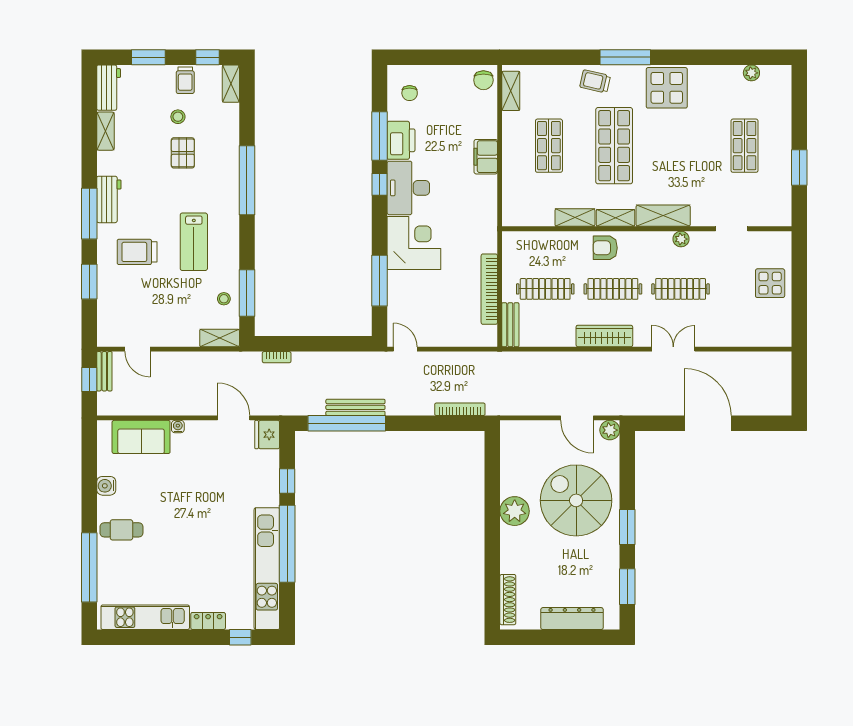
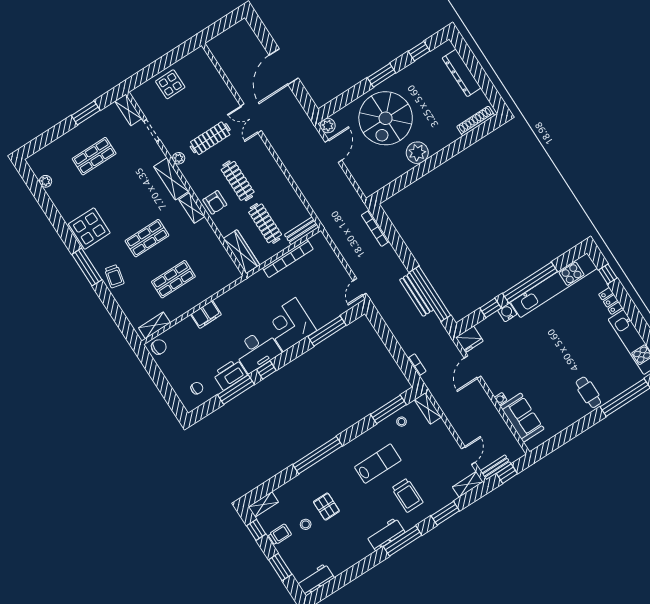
shelving: (105, 131) -> (468, 484), moved
shop shelf: (614, 146) -> (147, 238), width x0.70, depth x0.74
pallet: (183, 153) -> (326, 507), turned 90
shelving: (575, 218) -> (128, 110), moved
clothes rail: (681, 289) -> (210, 138), turned 90
wardrobe: (604, 336) -> (241, 252), moved, turned 180
water cooler: (106, 486) -> (507, 312), moved, turned 180
window: (627, 587) -> (419, 51), width x0.67

